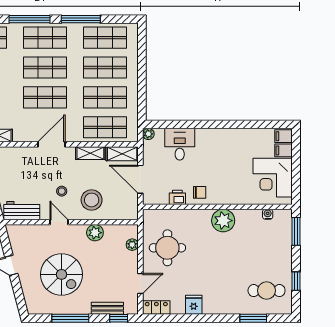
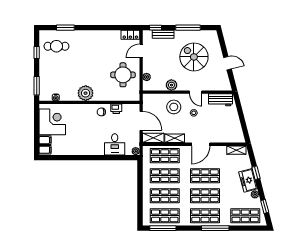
window: (81, 19) -> (163, 228), moved
fridge: (194, 305) -> (105, 37), removed

